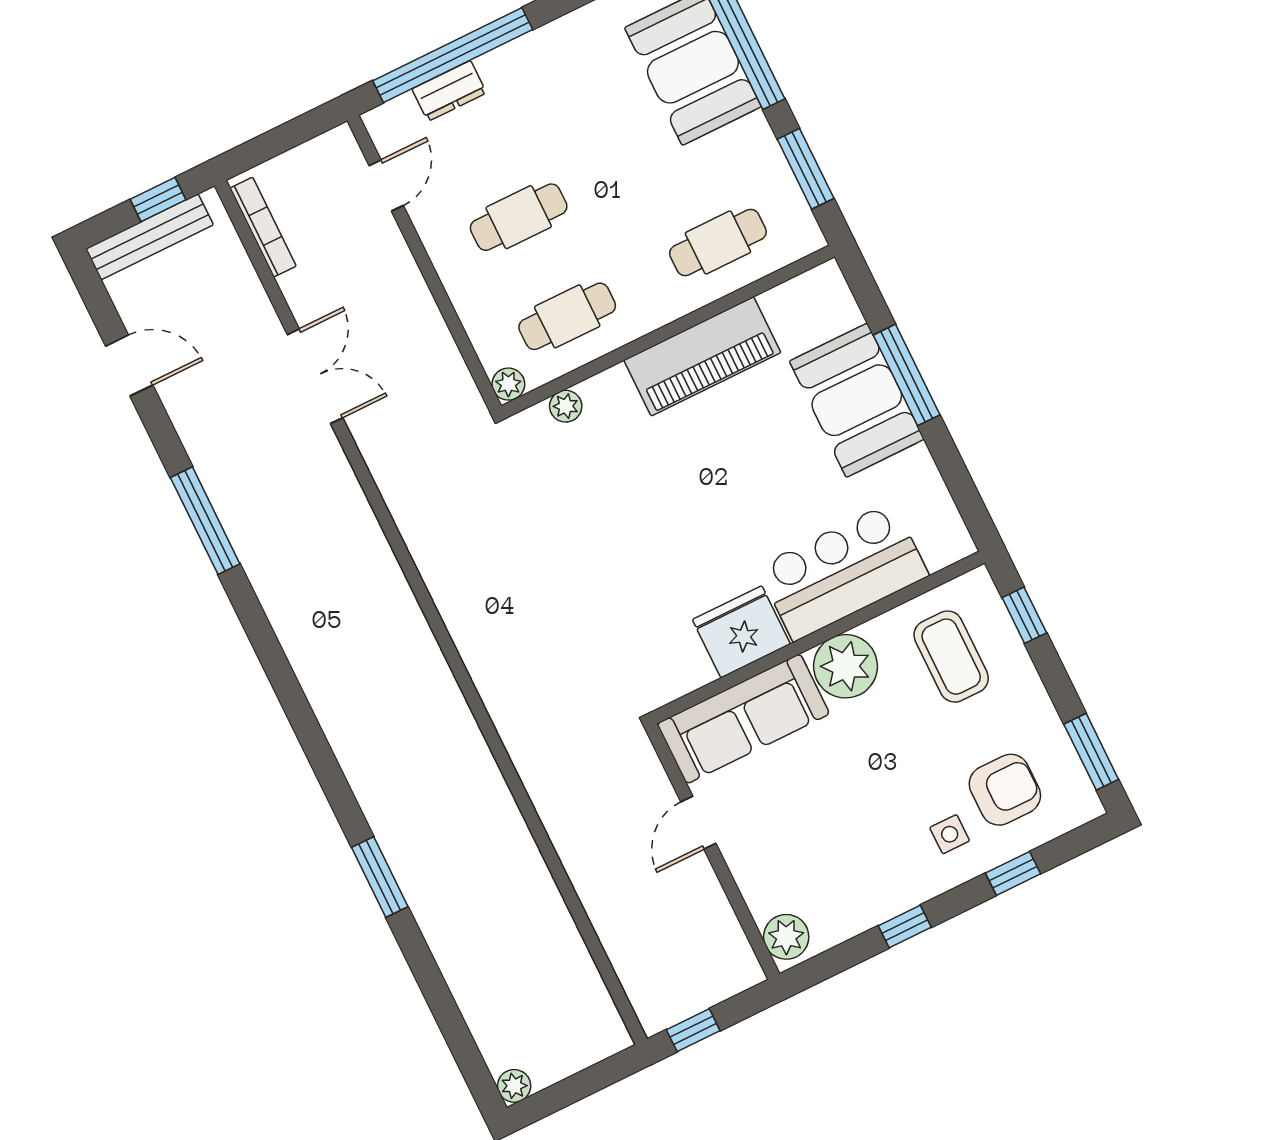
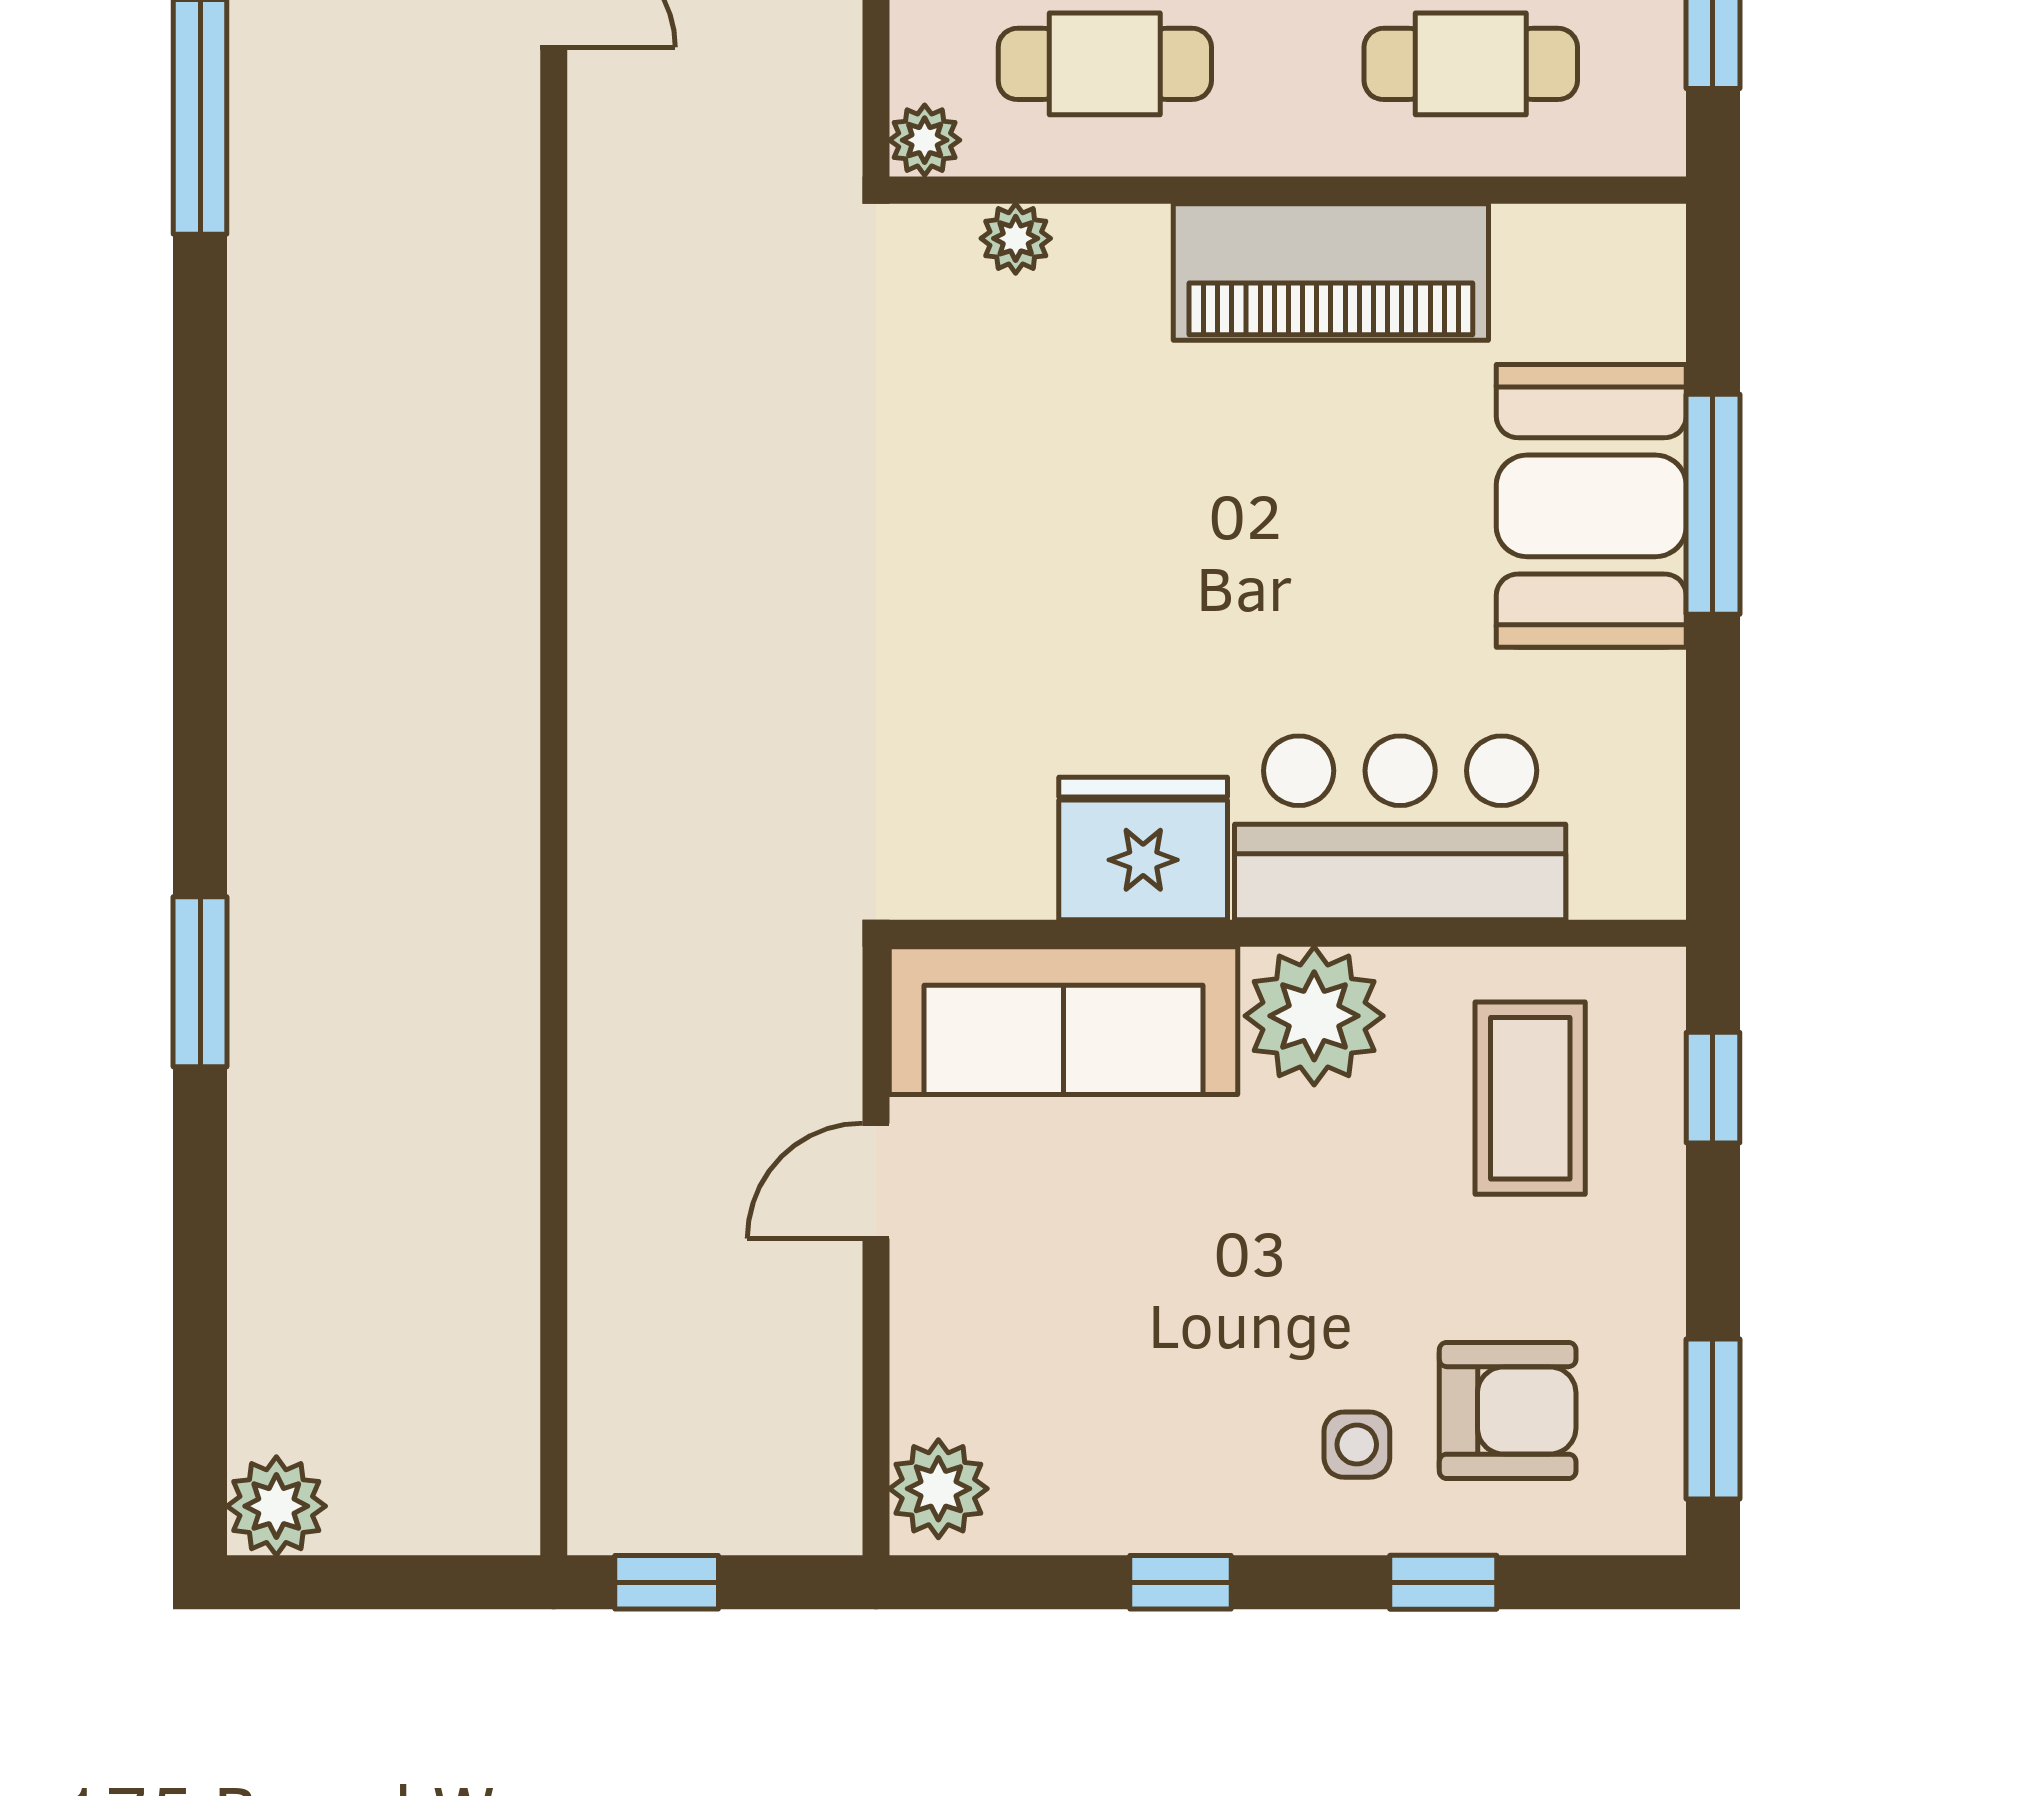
plant: (514, 1086) -> (276, 1506), width x1.38, depth x1.38

